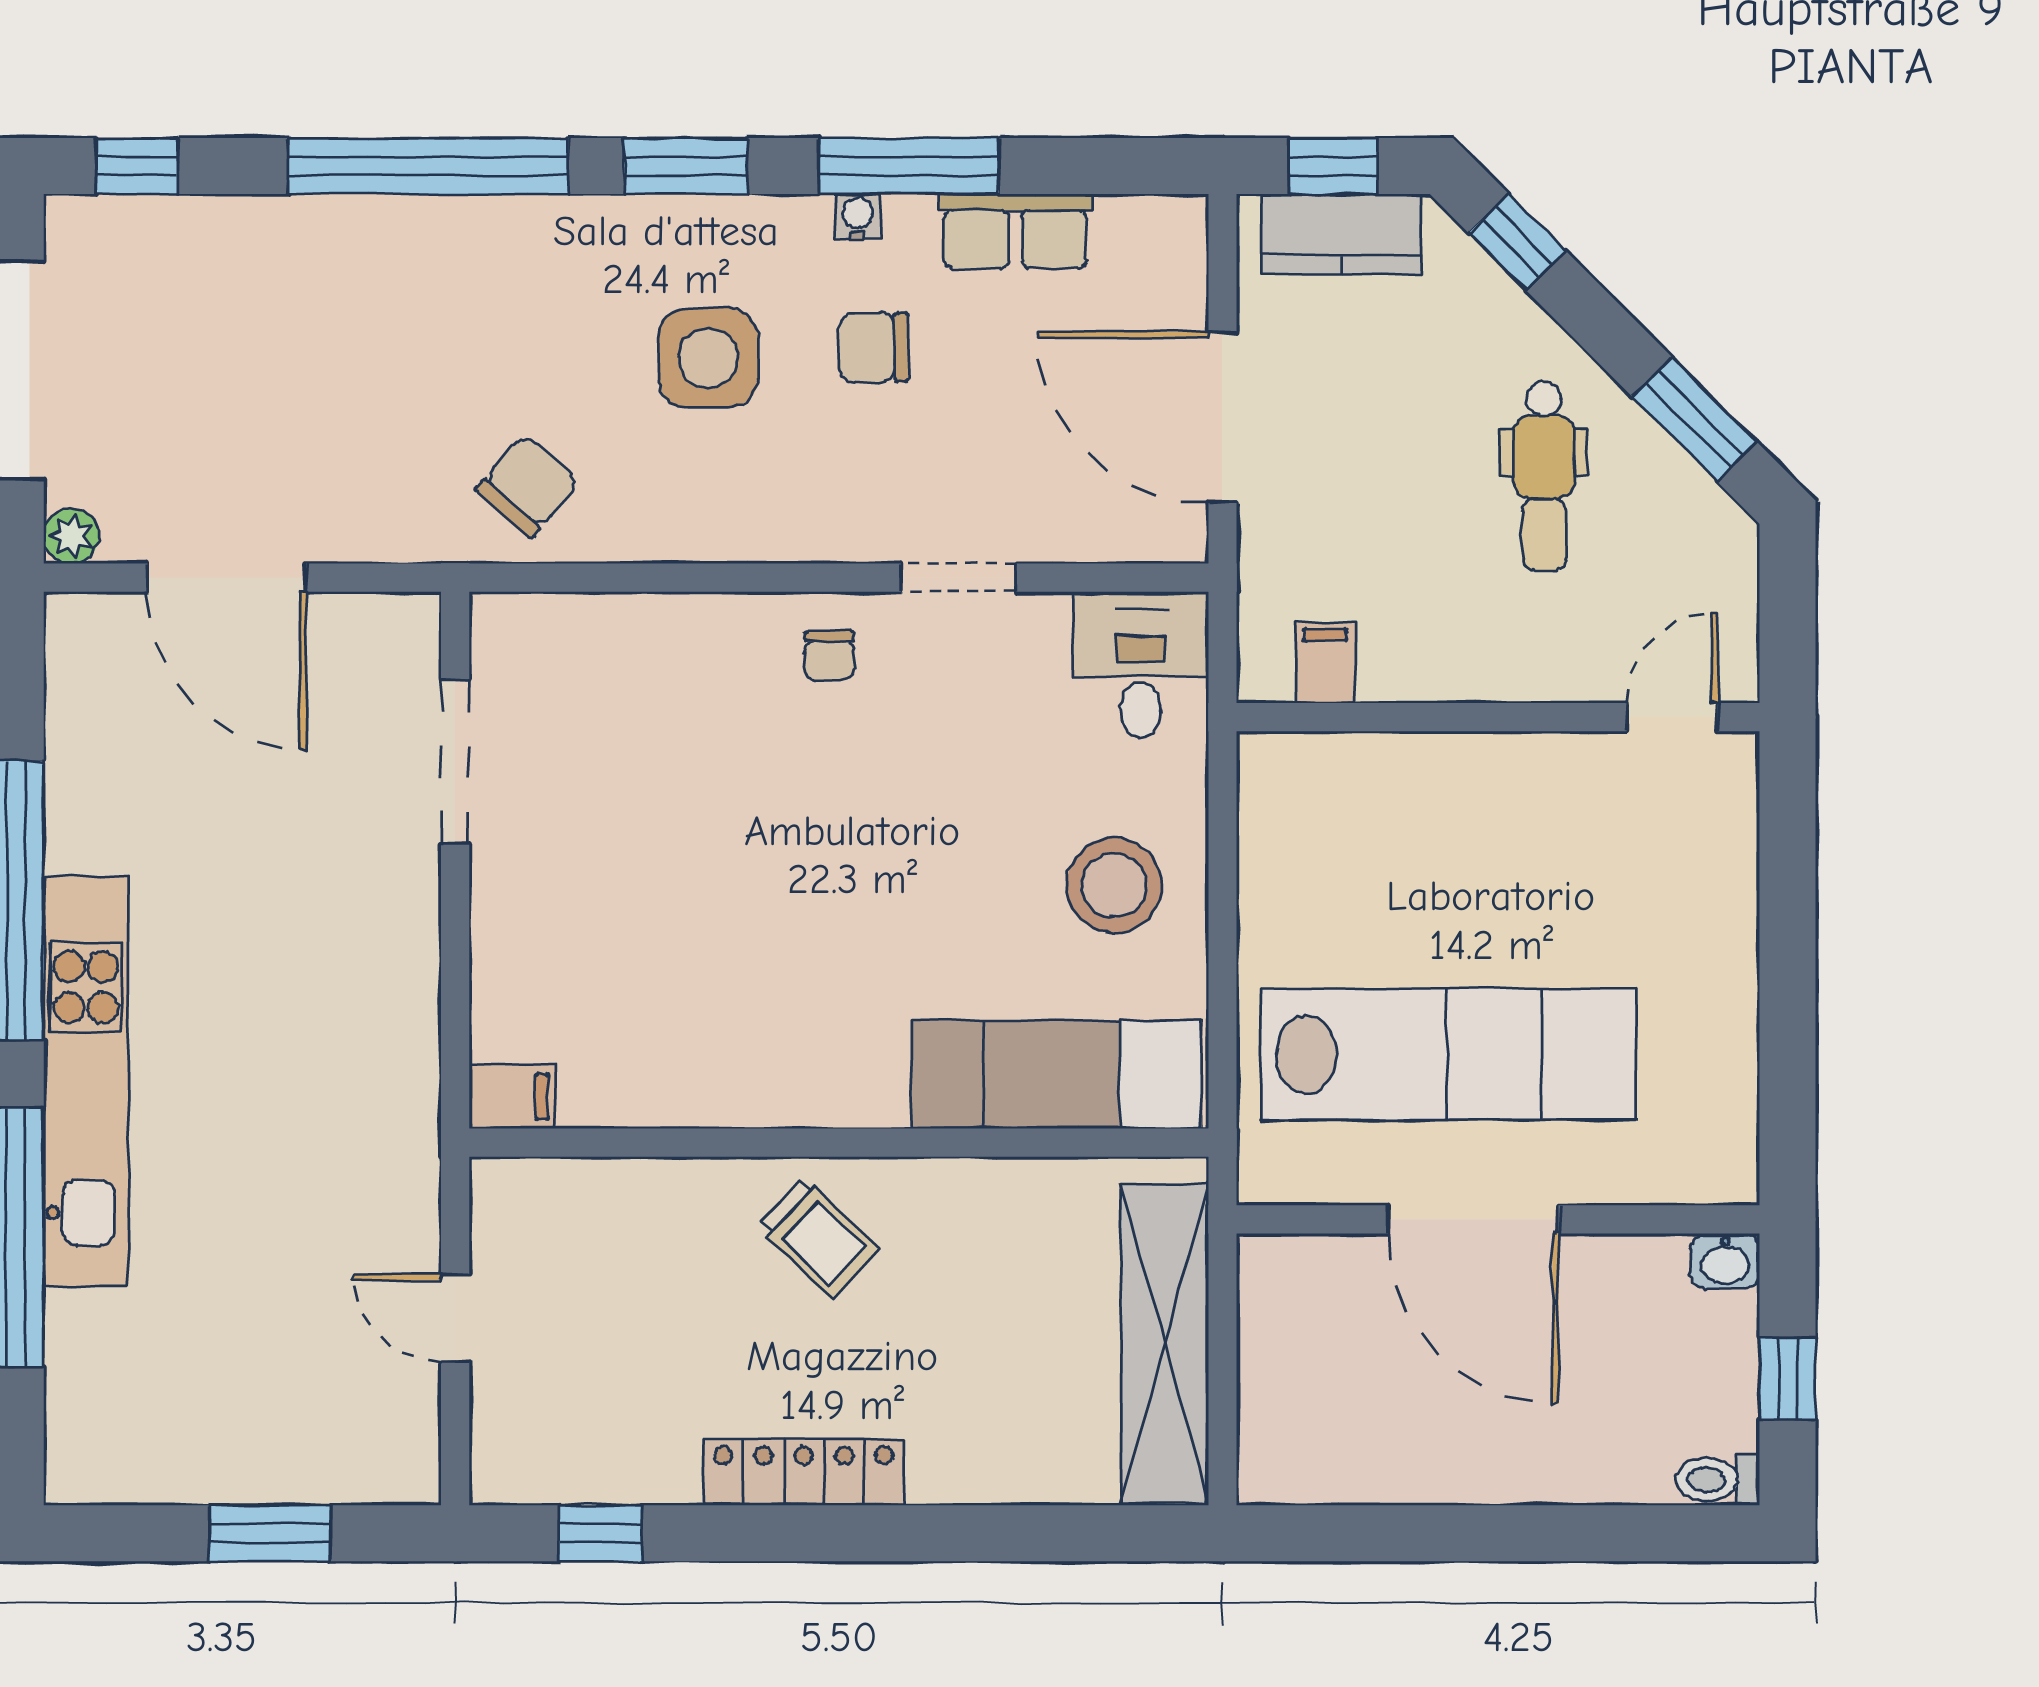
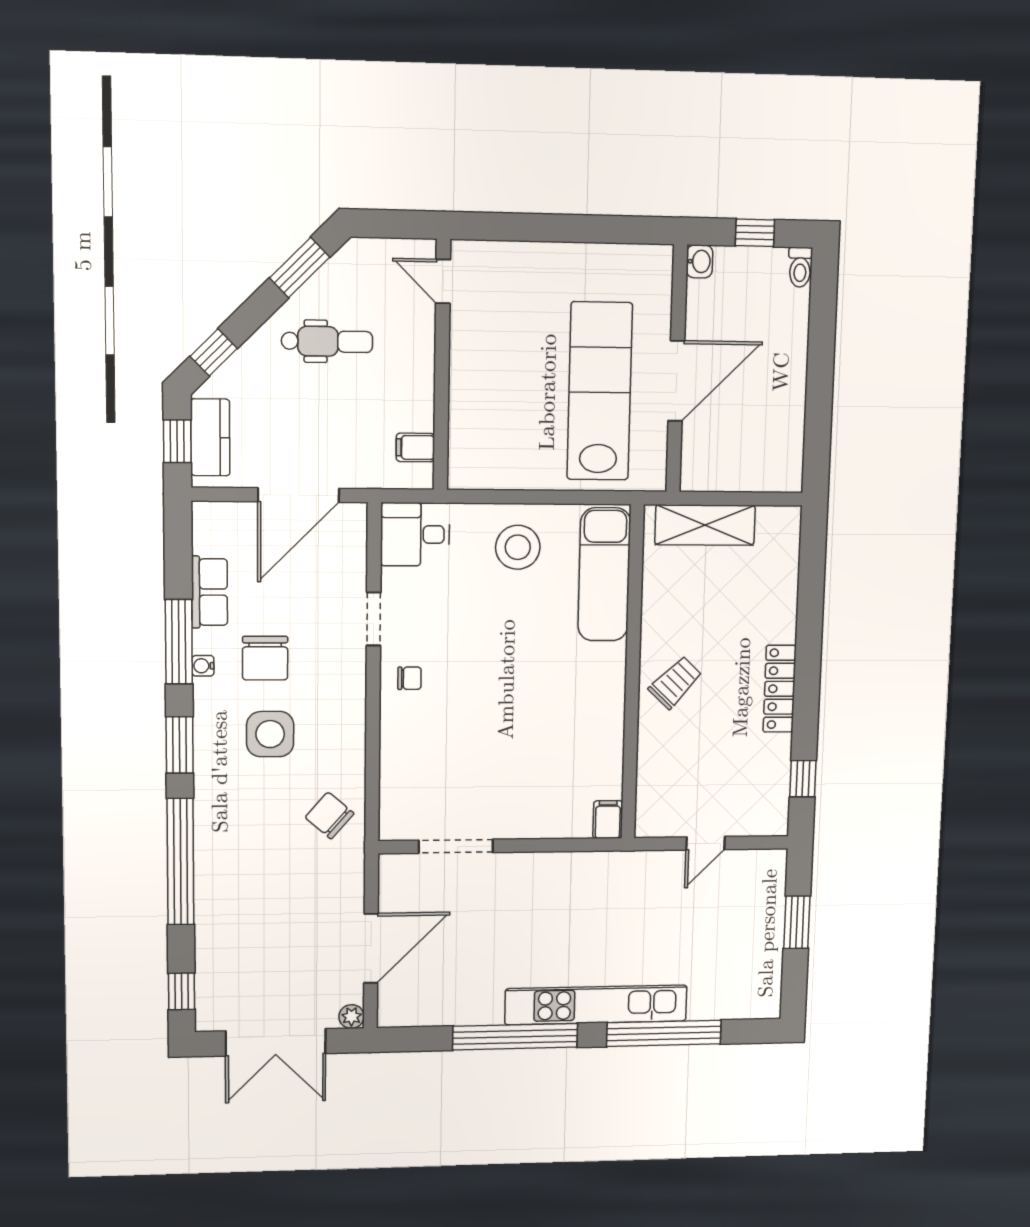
chair: (874, 347) -> (265, 658), width x1.37, depth x1.37
shelving: (1165, 1343) -> (705, 525), width x0.68

